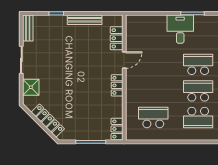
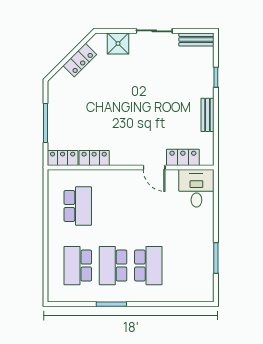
bench: (85, 20) -> (208, 115), width x0.73
desk: (180, 29) -> (196, 188), moved, turned -90
locker: (117, 85) -> (94, 158), moved
school desk: (198, 91) -> (113, 266), turned 180
locker: (48, 120) -> (80, 60), width x0.66

